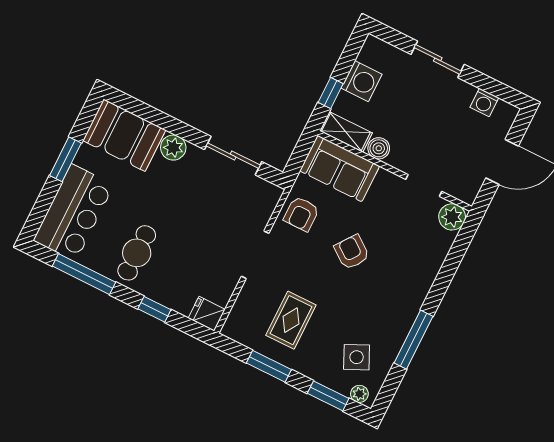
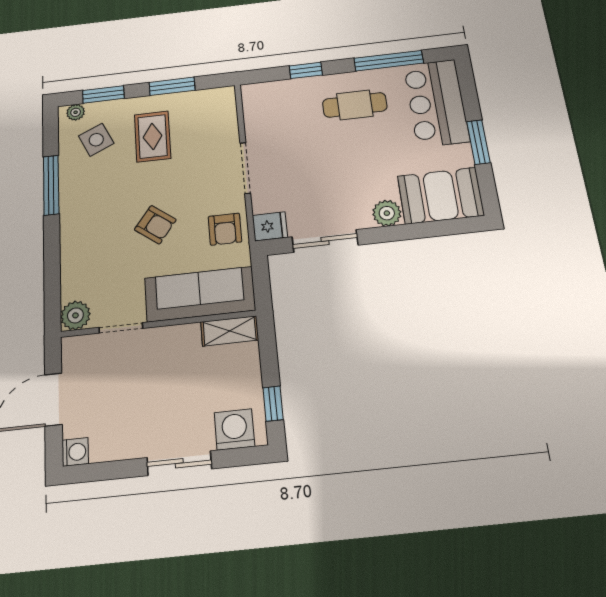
washing machine: (362, 81) -> (234, 429), moved, turned 90
window: (331, 93) -> (273, 404), moved
washing machine: (484, 102) -> (75, 452), moved, turned 90
boiler: (379, 148) -> (187, 335), removed
sofa: (340, 169) -> (200, 294), width x1.36
armchair: (301, 214) -> (225, 229), turned 180
cafe table: (137, 253) -> (355, 105), turned 90
fridge: (207, 314) -> (270, 226), moved
rug: (291, 320) -> (153, 136), moved

